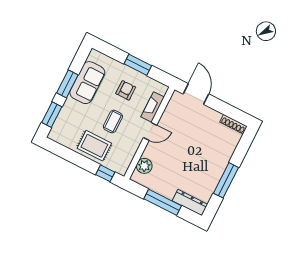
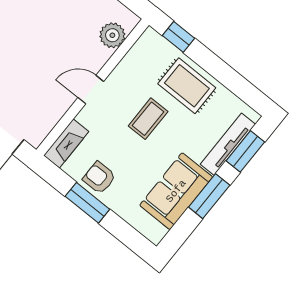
armchair: (126, 90) -> (99, 178), moved, turned 90
fireplace: (153, 107) -> (66, 143), moved
tv unit: (63, 117) -> (228, 144), added

